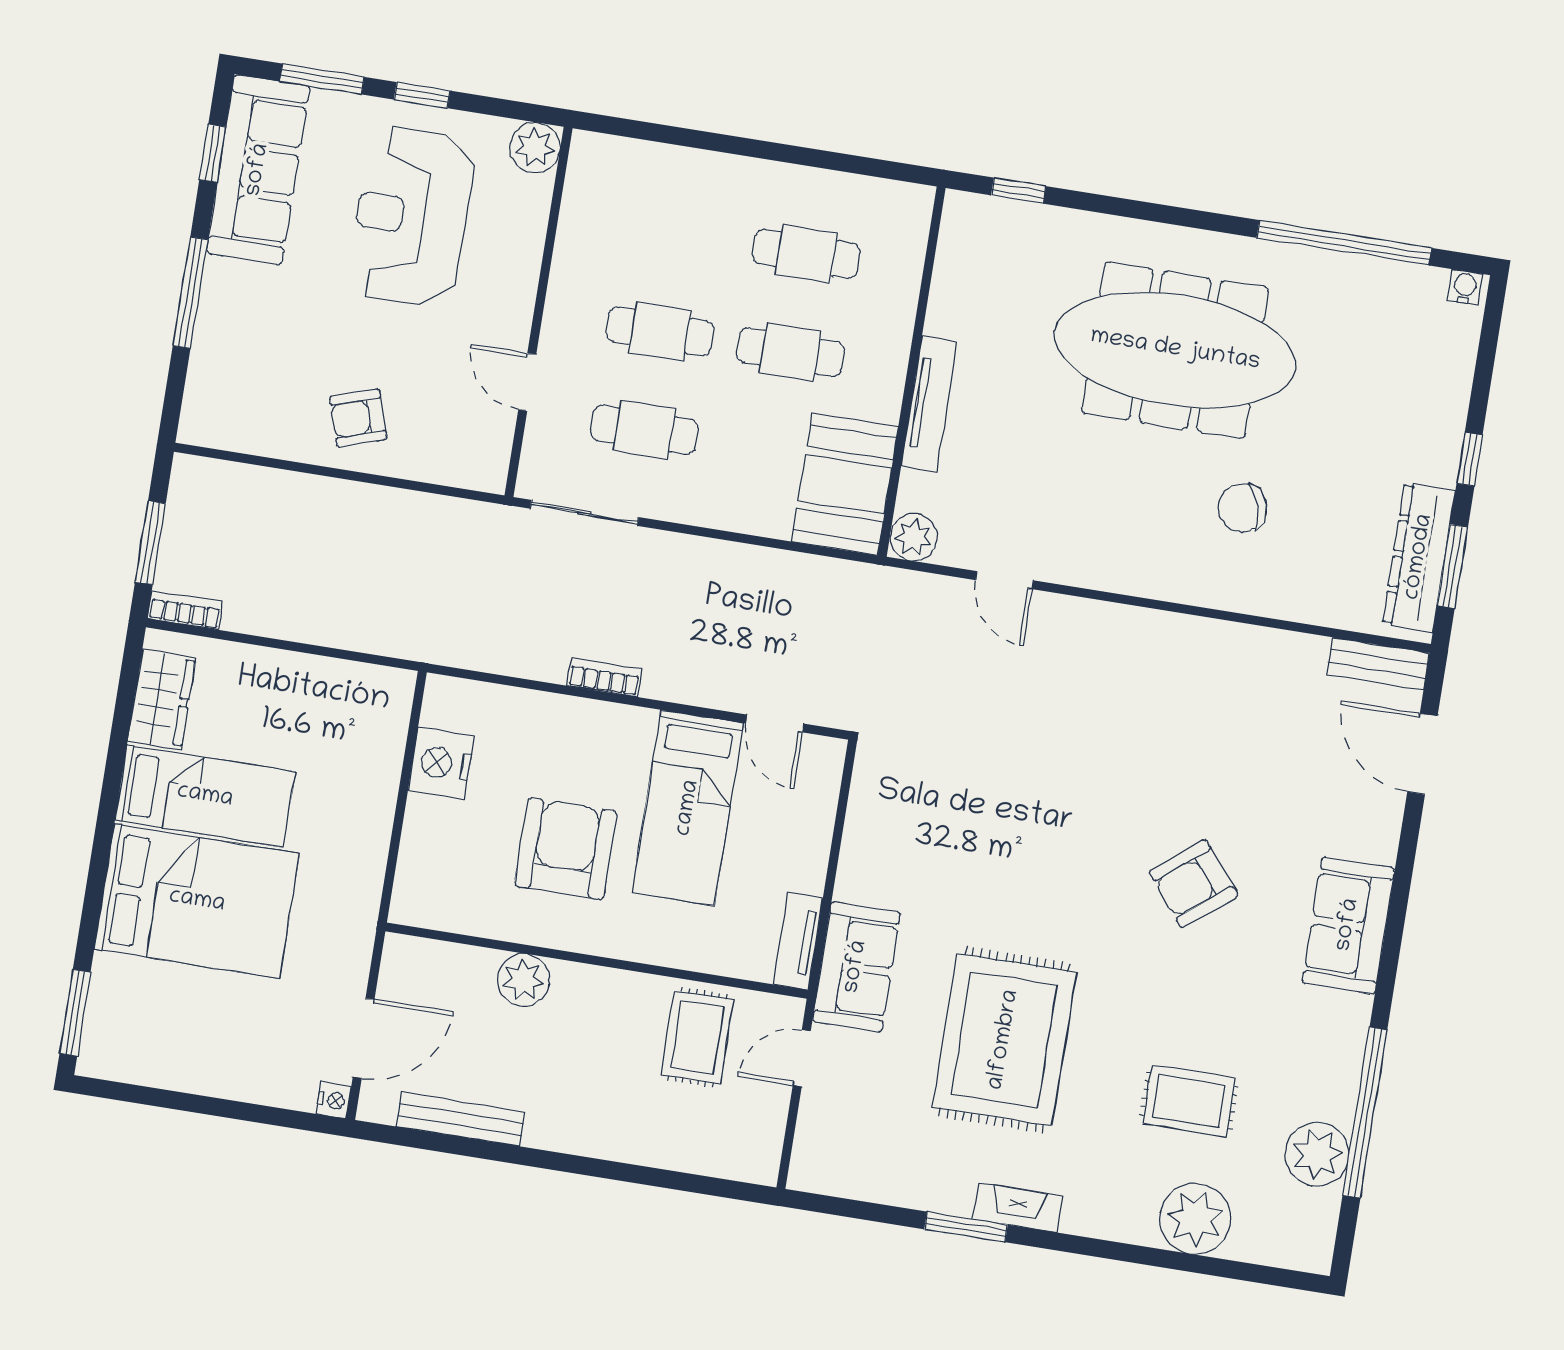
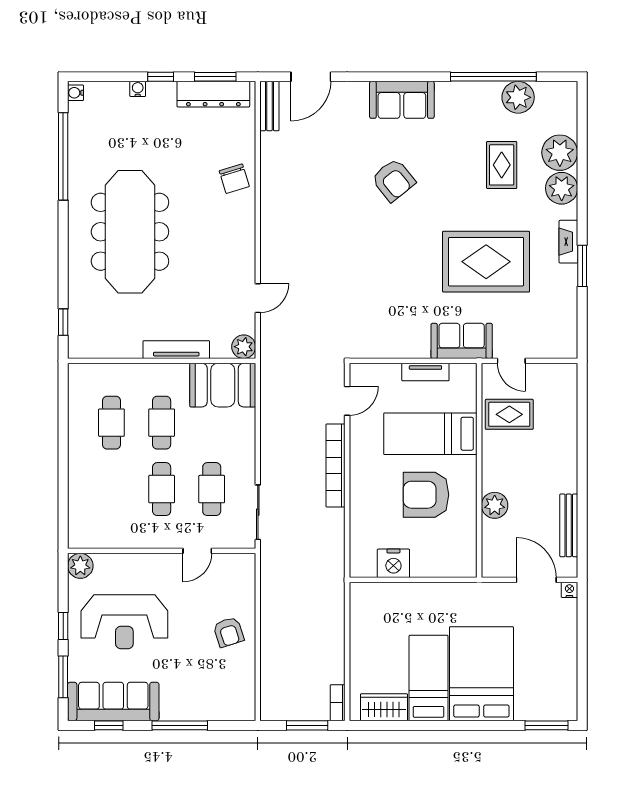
water cooler: (1453, 410) -> (138, 89), added
chair: (1243, 508) -> (234, 179), moved
bookcase: (604, 677) -> (336, 465), width x2.31, depth x1.31
bed: (688, 808) -> (430, 434), moved, turned 180
tv unit: (798, 941) -> (425, 372), moved
plant: (1125, 1211) -> (562, 188), added

